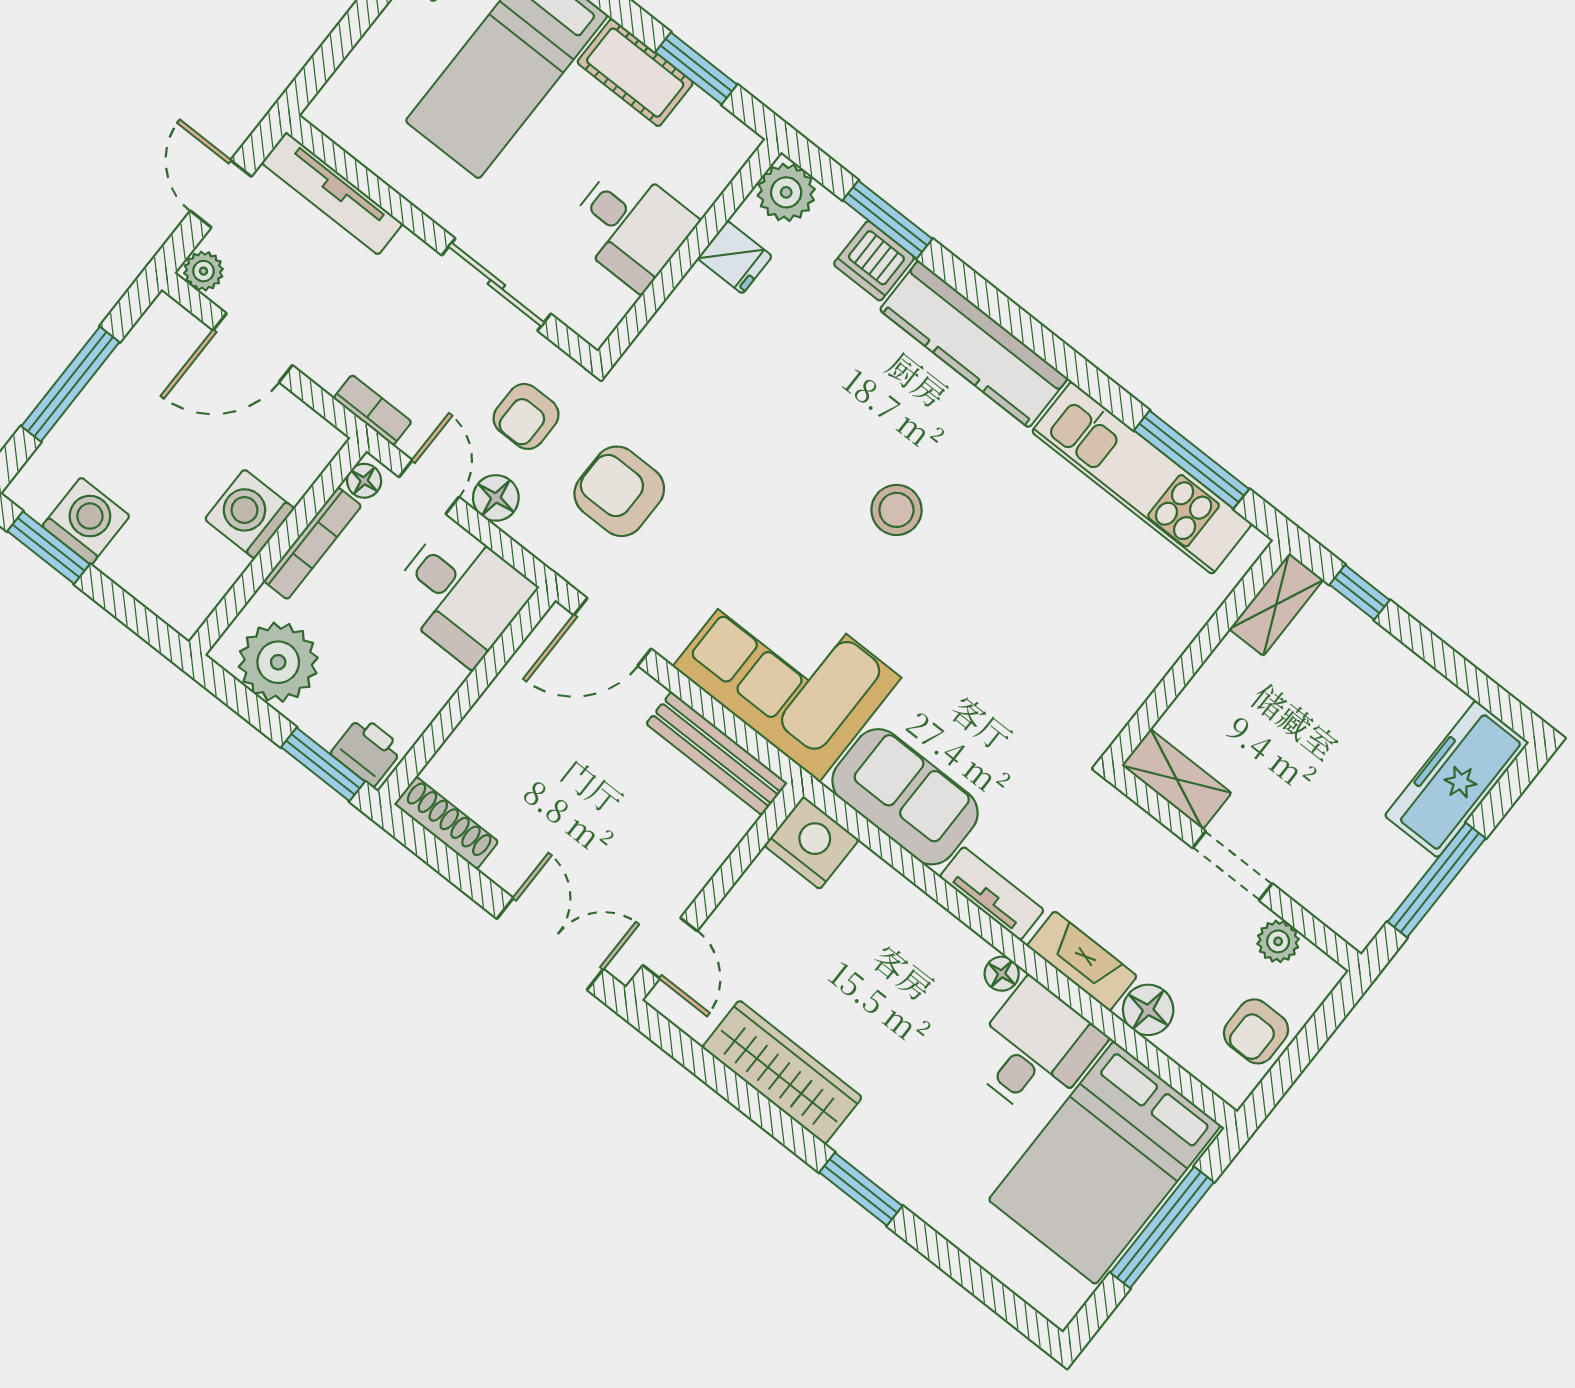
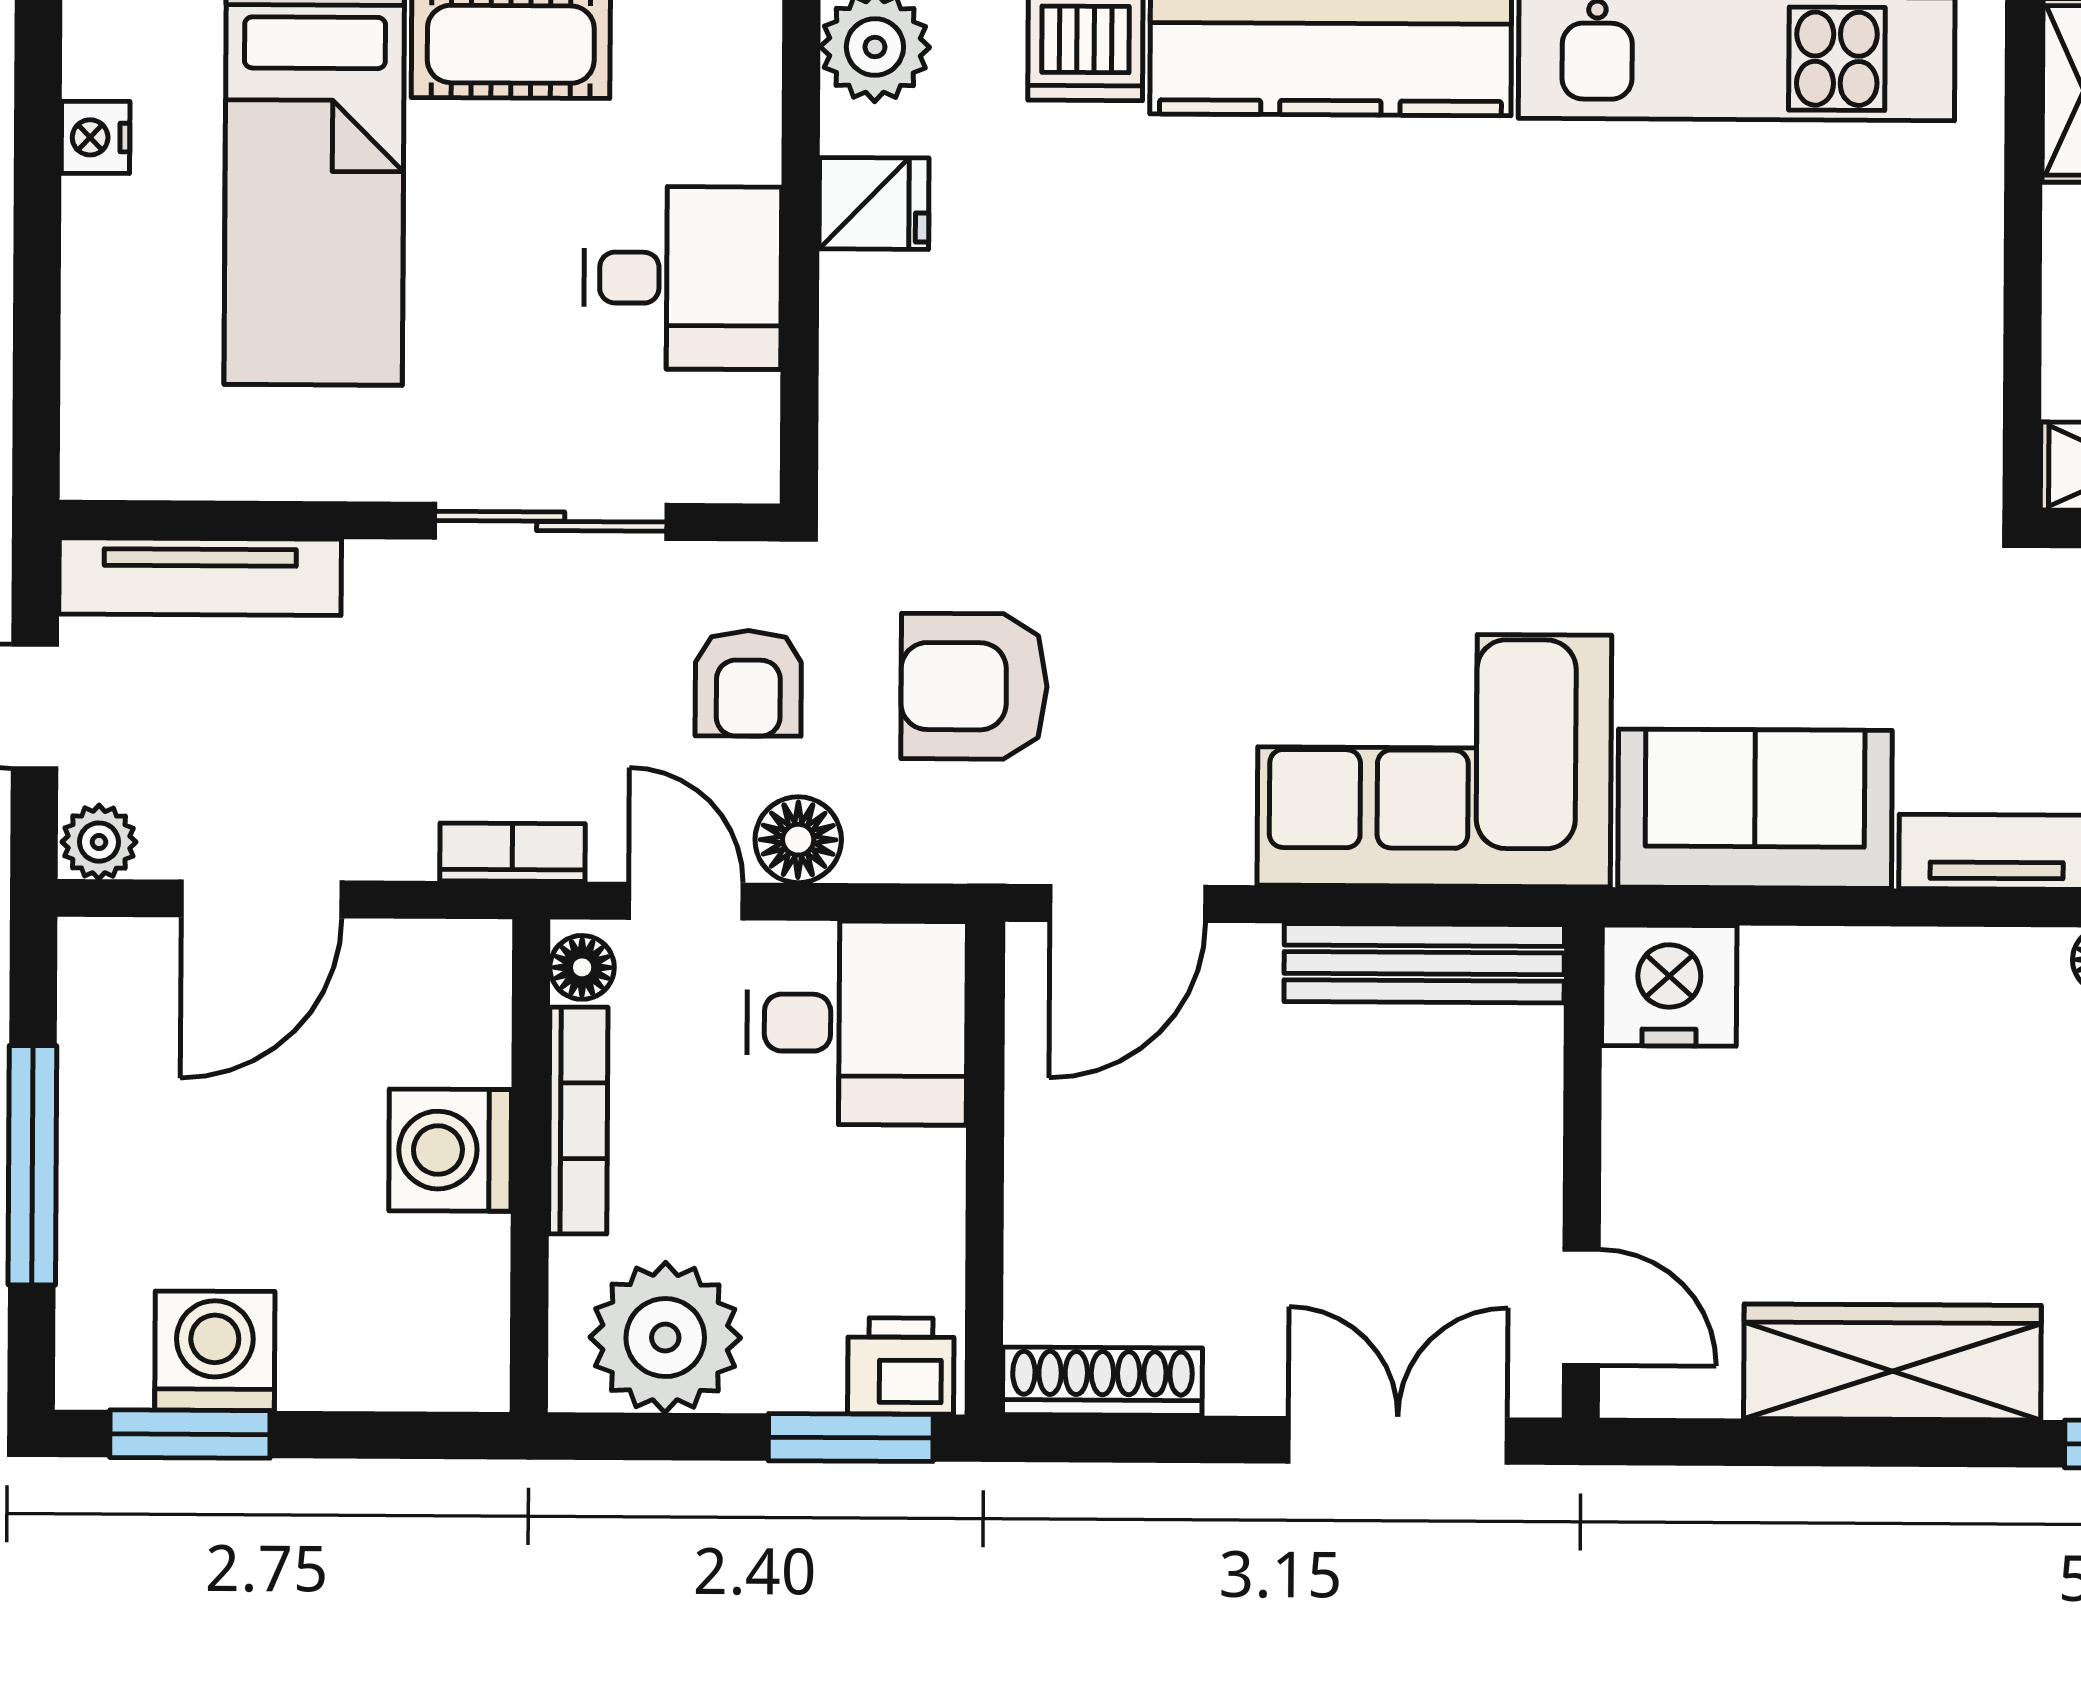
stool: (896, 510) -> (1409, 392), removed

